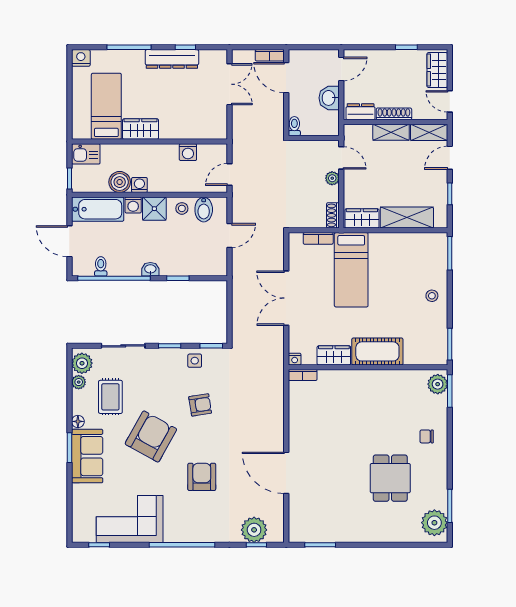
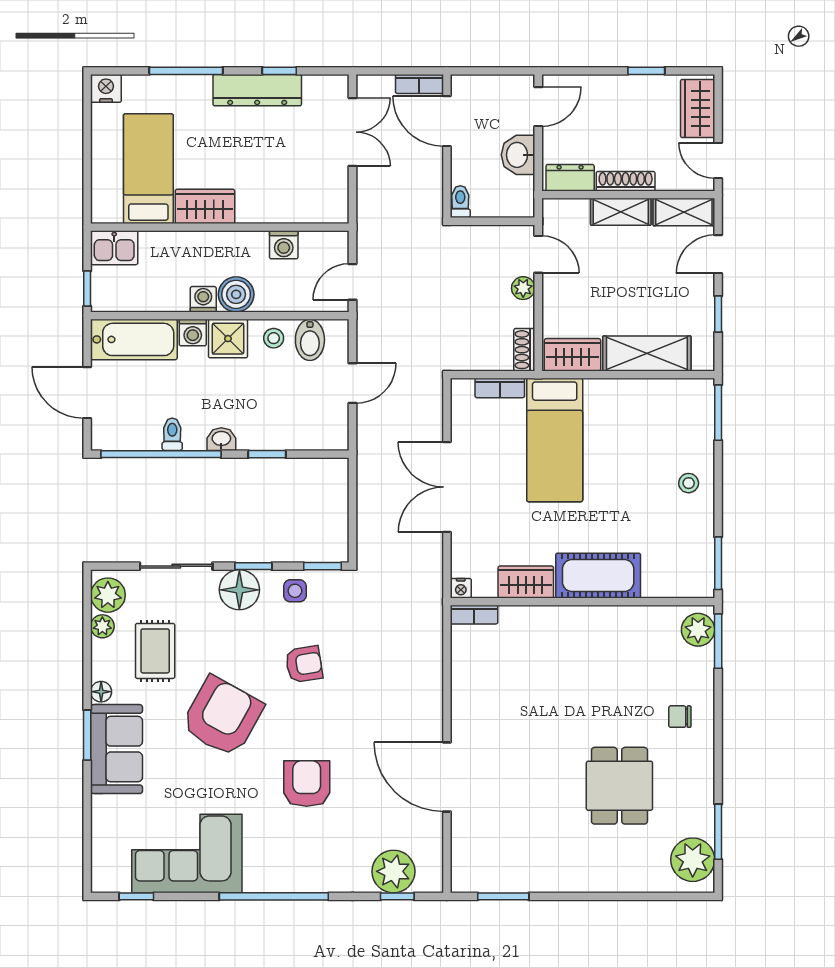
boiler: (120, 182) -> (236, 294), moved
toilet: (101, 266) -> (172, 434), moved
floor lamp: (161, 360) -> (239, 590), added

